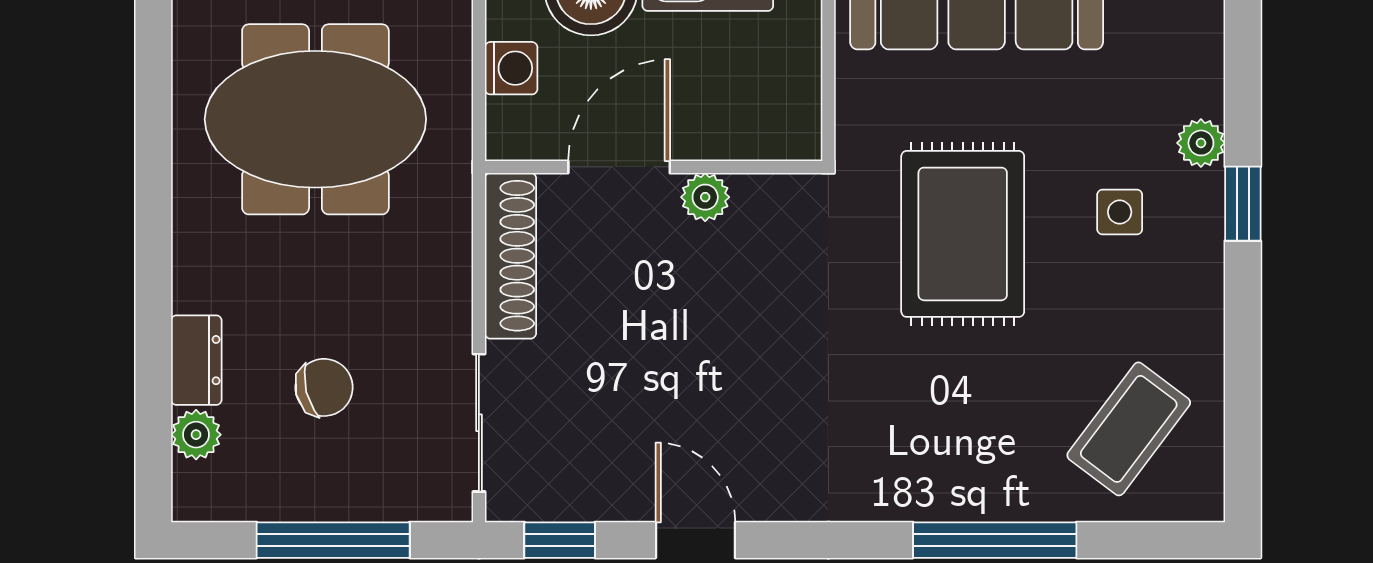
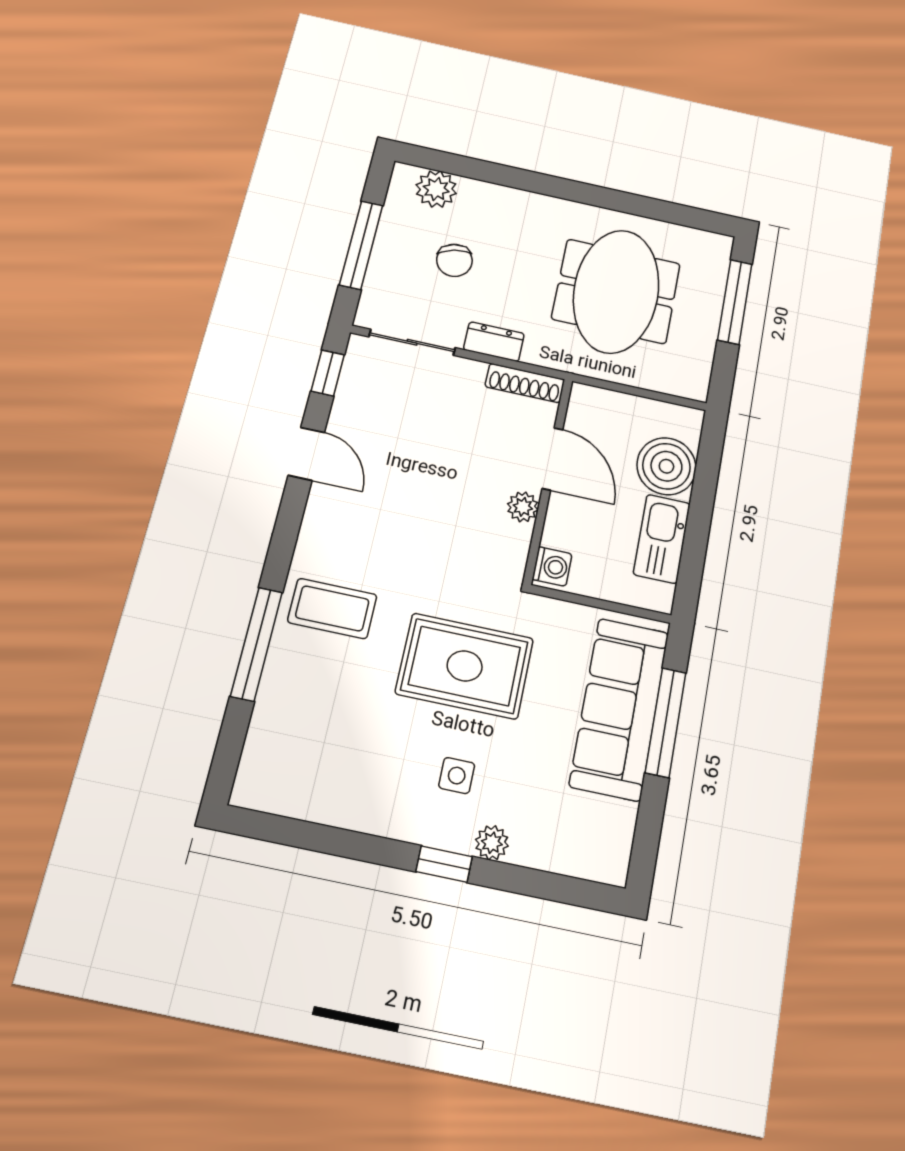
washing machine: (511, 68) -> (552, 567), moved, turned -90
shoe rack: (510, 256) -> (525, 383), width x0.74, depth x0.81
dresser: (196, 360) -> (494, 342), moved, turned 180
coffee table: (1129, 429) -> (332, 608), moved, turned -37
plant: (196, 435) -> (436, 189), width x1.38, depth x1.38
door: (695, 540) -> (306, 454), hinge flipped

